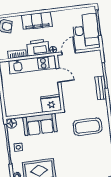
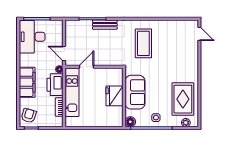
desk: (86, 30) -> (32, 37), moved, turned -90
fridge: (51, 103) -> (115, 96), moved

